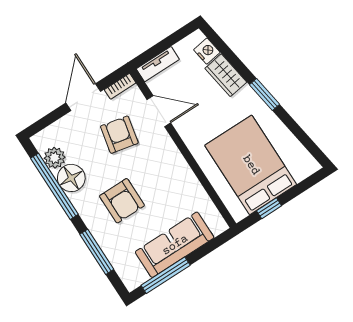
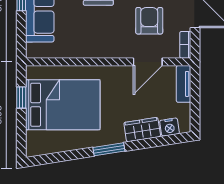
armchair: (119, 135) -> (149, 21), turned -102

